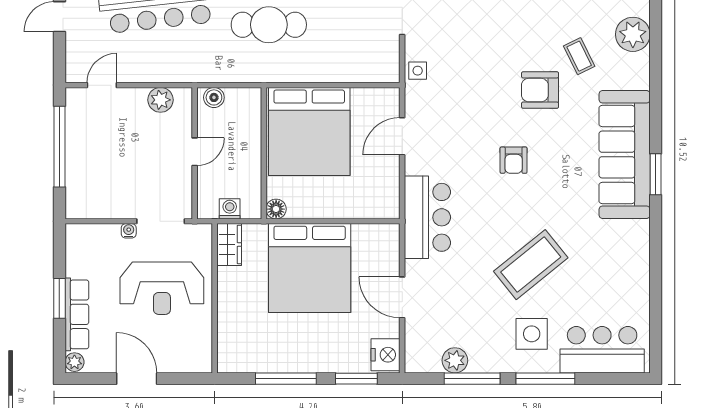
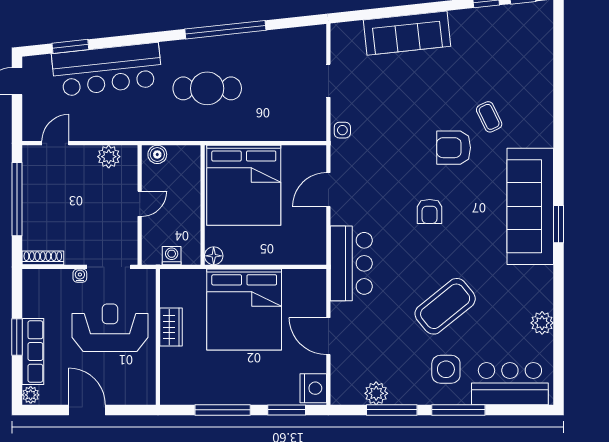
plant: (633, 34) -> (542, 323), moved, width x0.73, depth x0.73
shoe rack: (88, 211) -> (43, 258), added
wardrobe: (229, 244) -> (171, 327), moved
reception desk: (162, 288) -> (110, 328), turned 180

